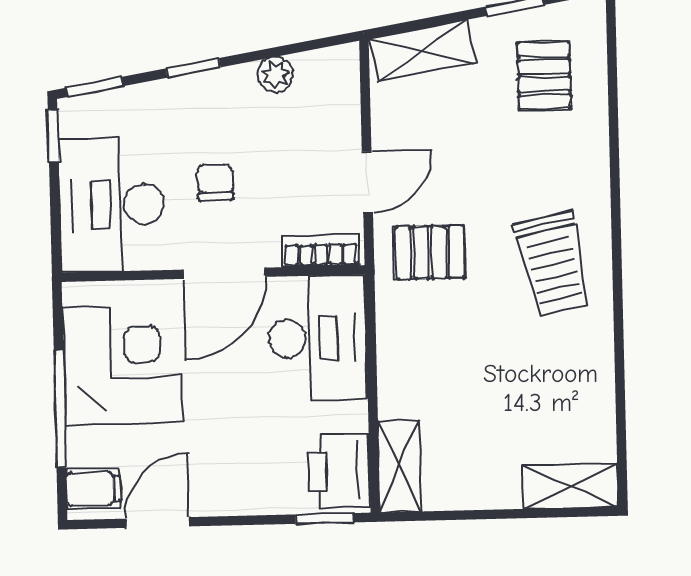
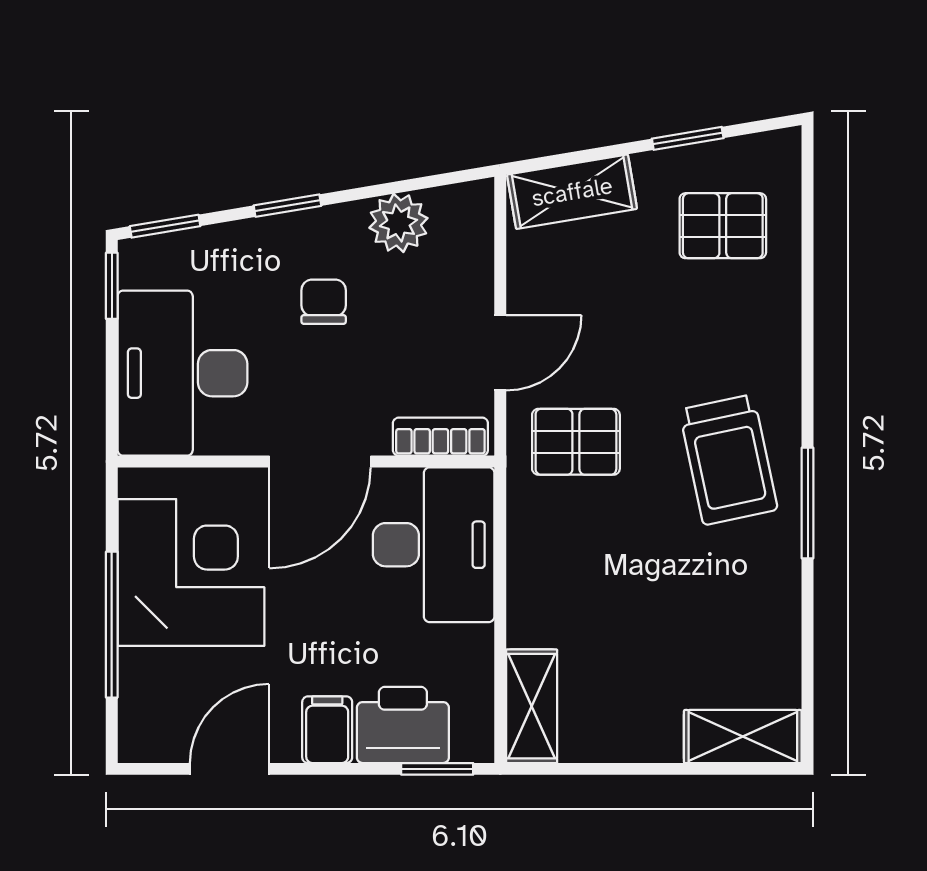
plant: (275, 74) -> (398, 223), width x1.38, depth x1.38
pallet: (544, 76) -> (723, 226), turned 90
chair: (215, 182) -> (324, 302), moved
window: (618, 297) -> (808, 503), added
printer: (339, 471) -> (403, 725), moved, turned 90
filing cabinet: (93, 489) -> (327, 730), moved, turned -90

